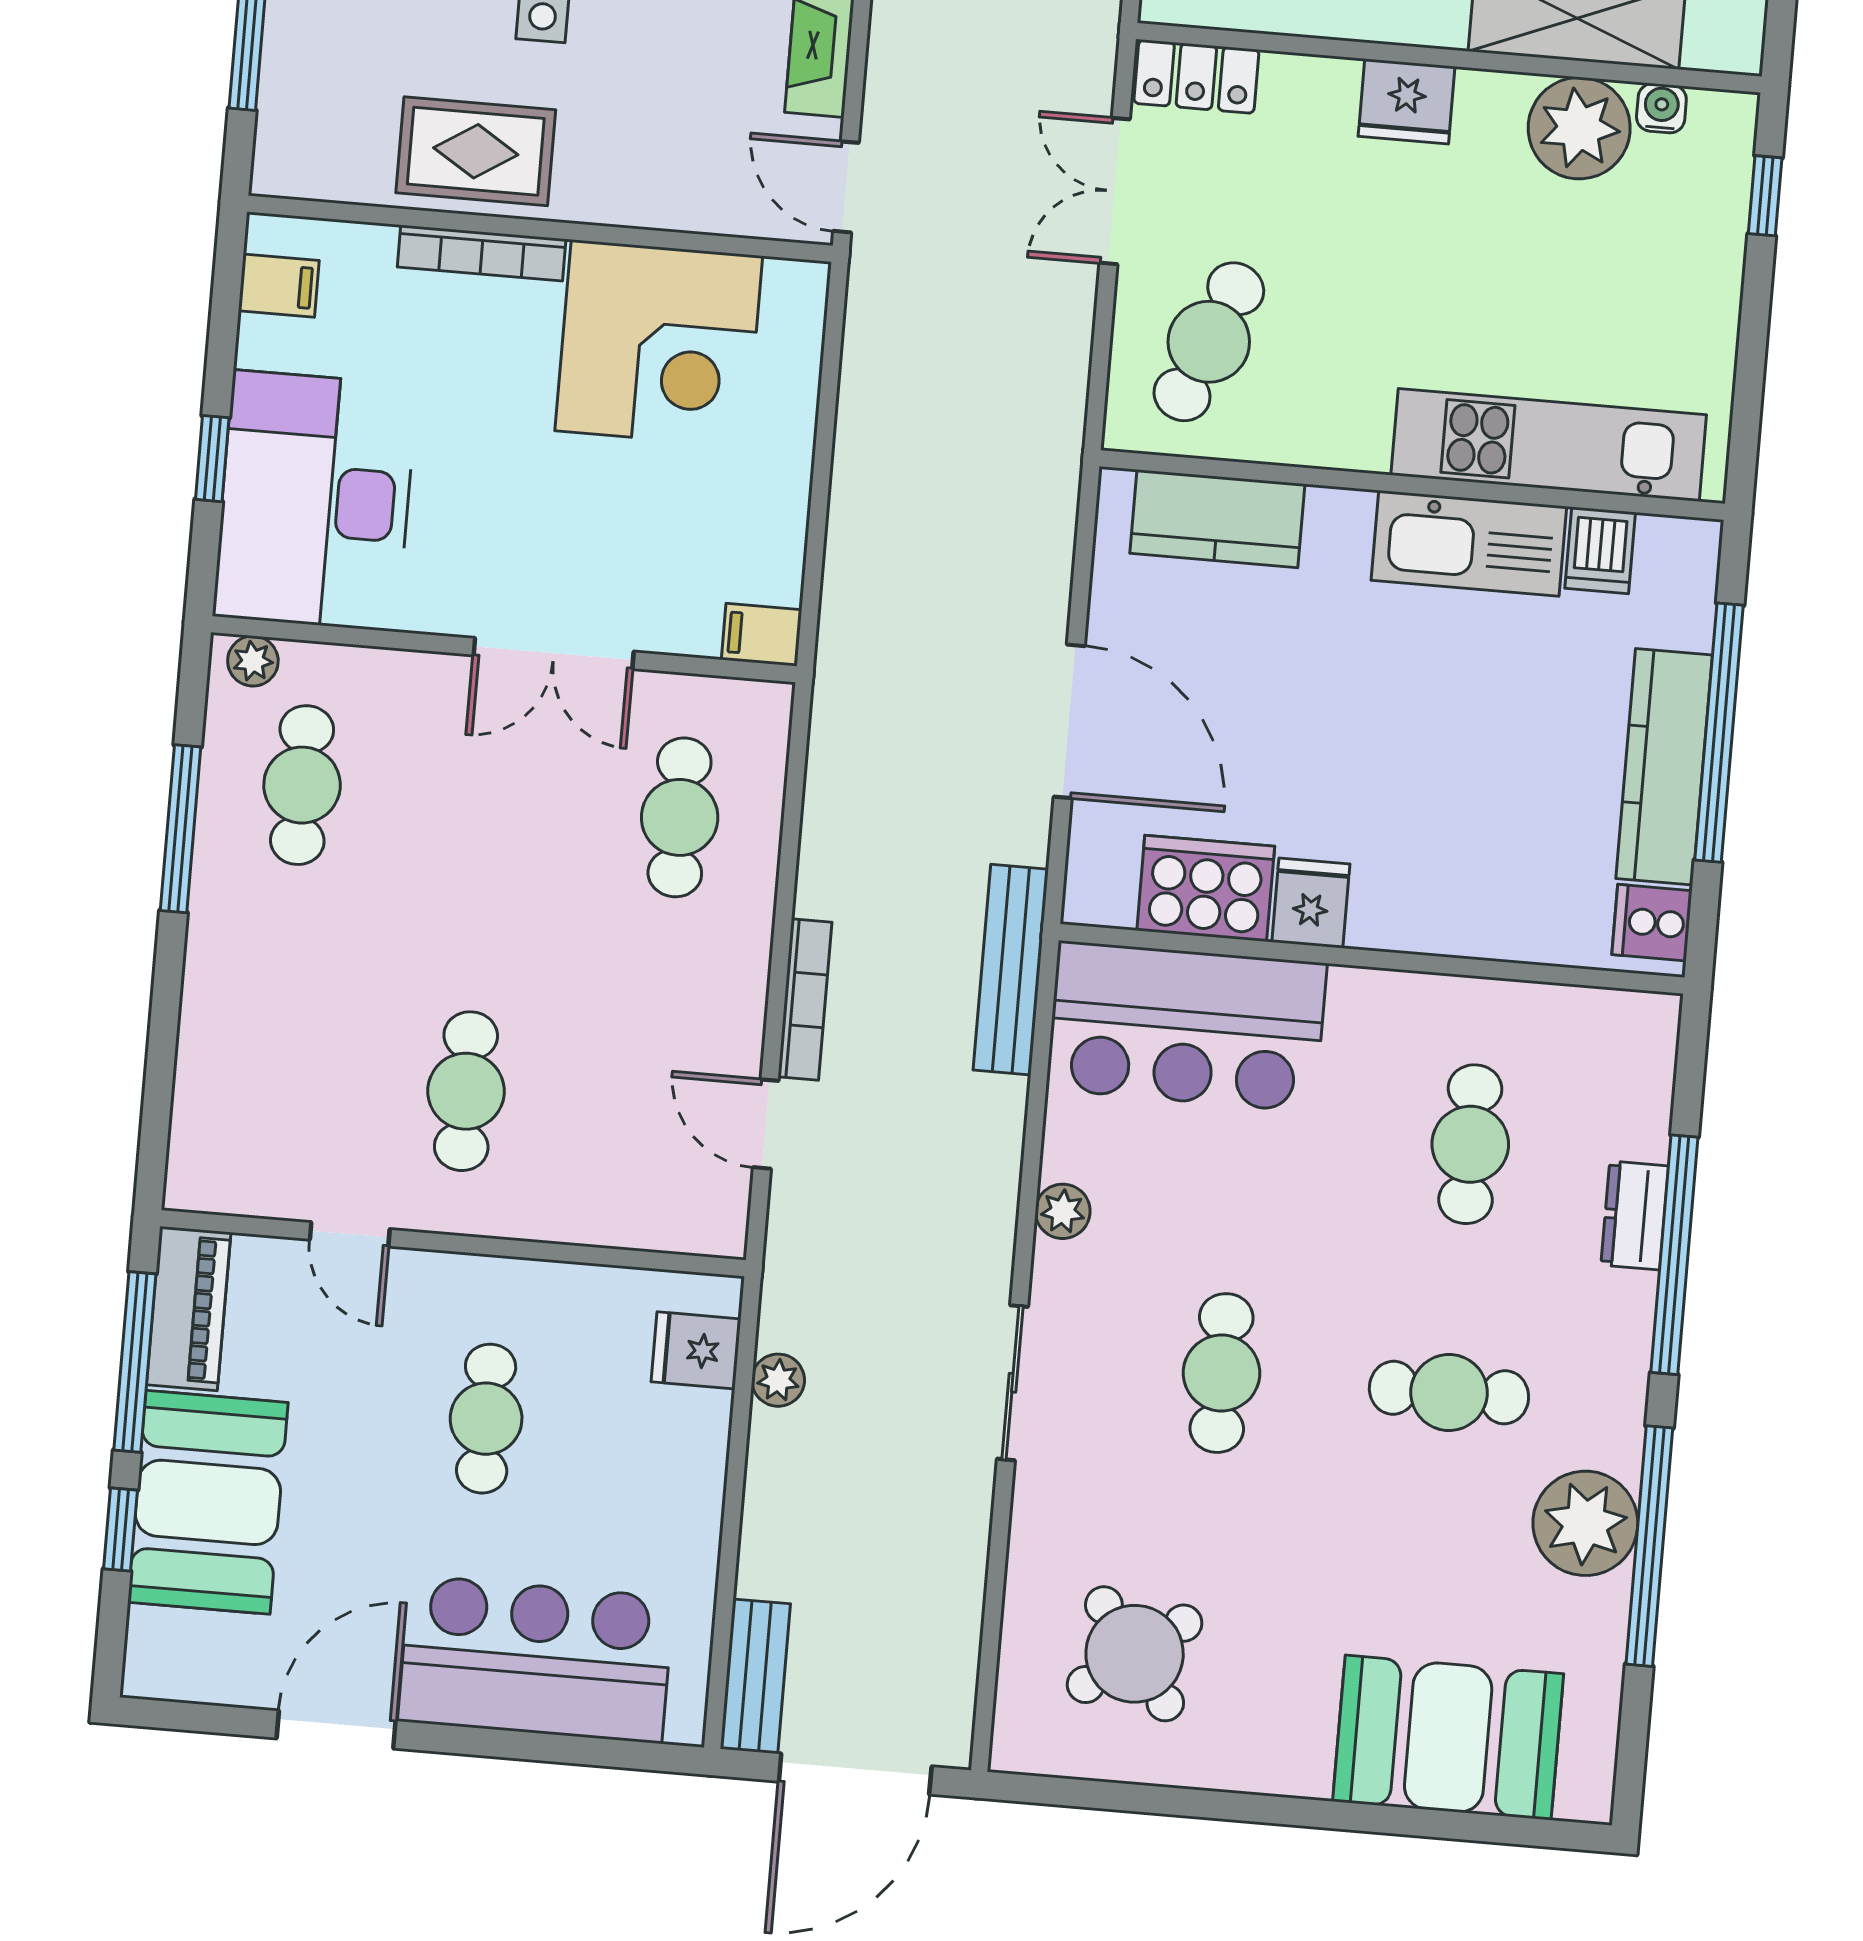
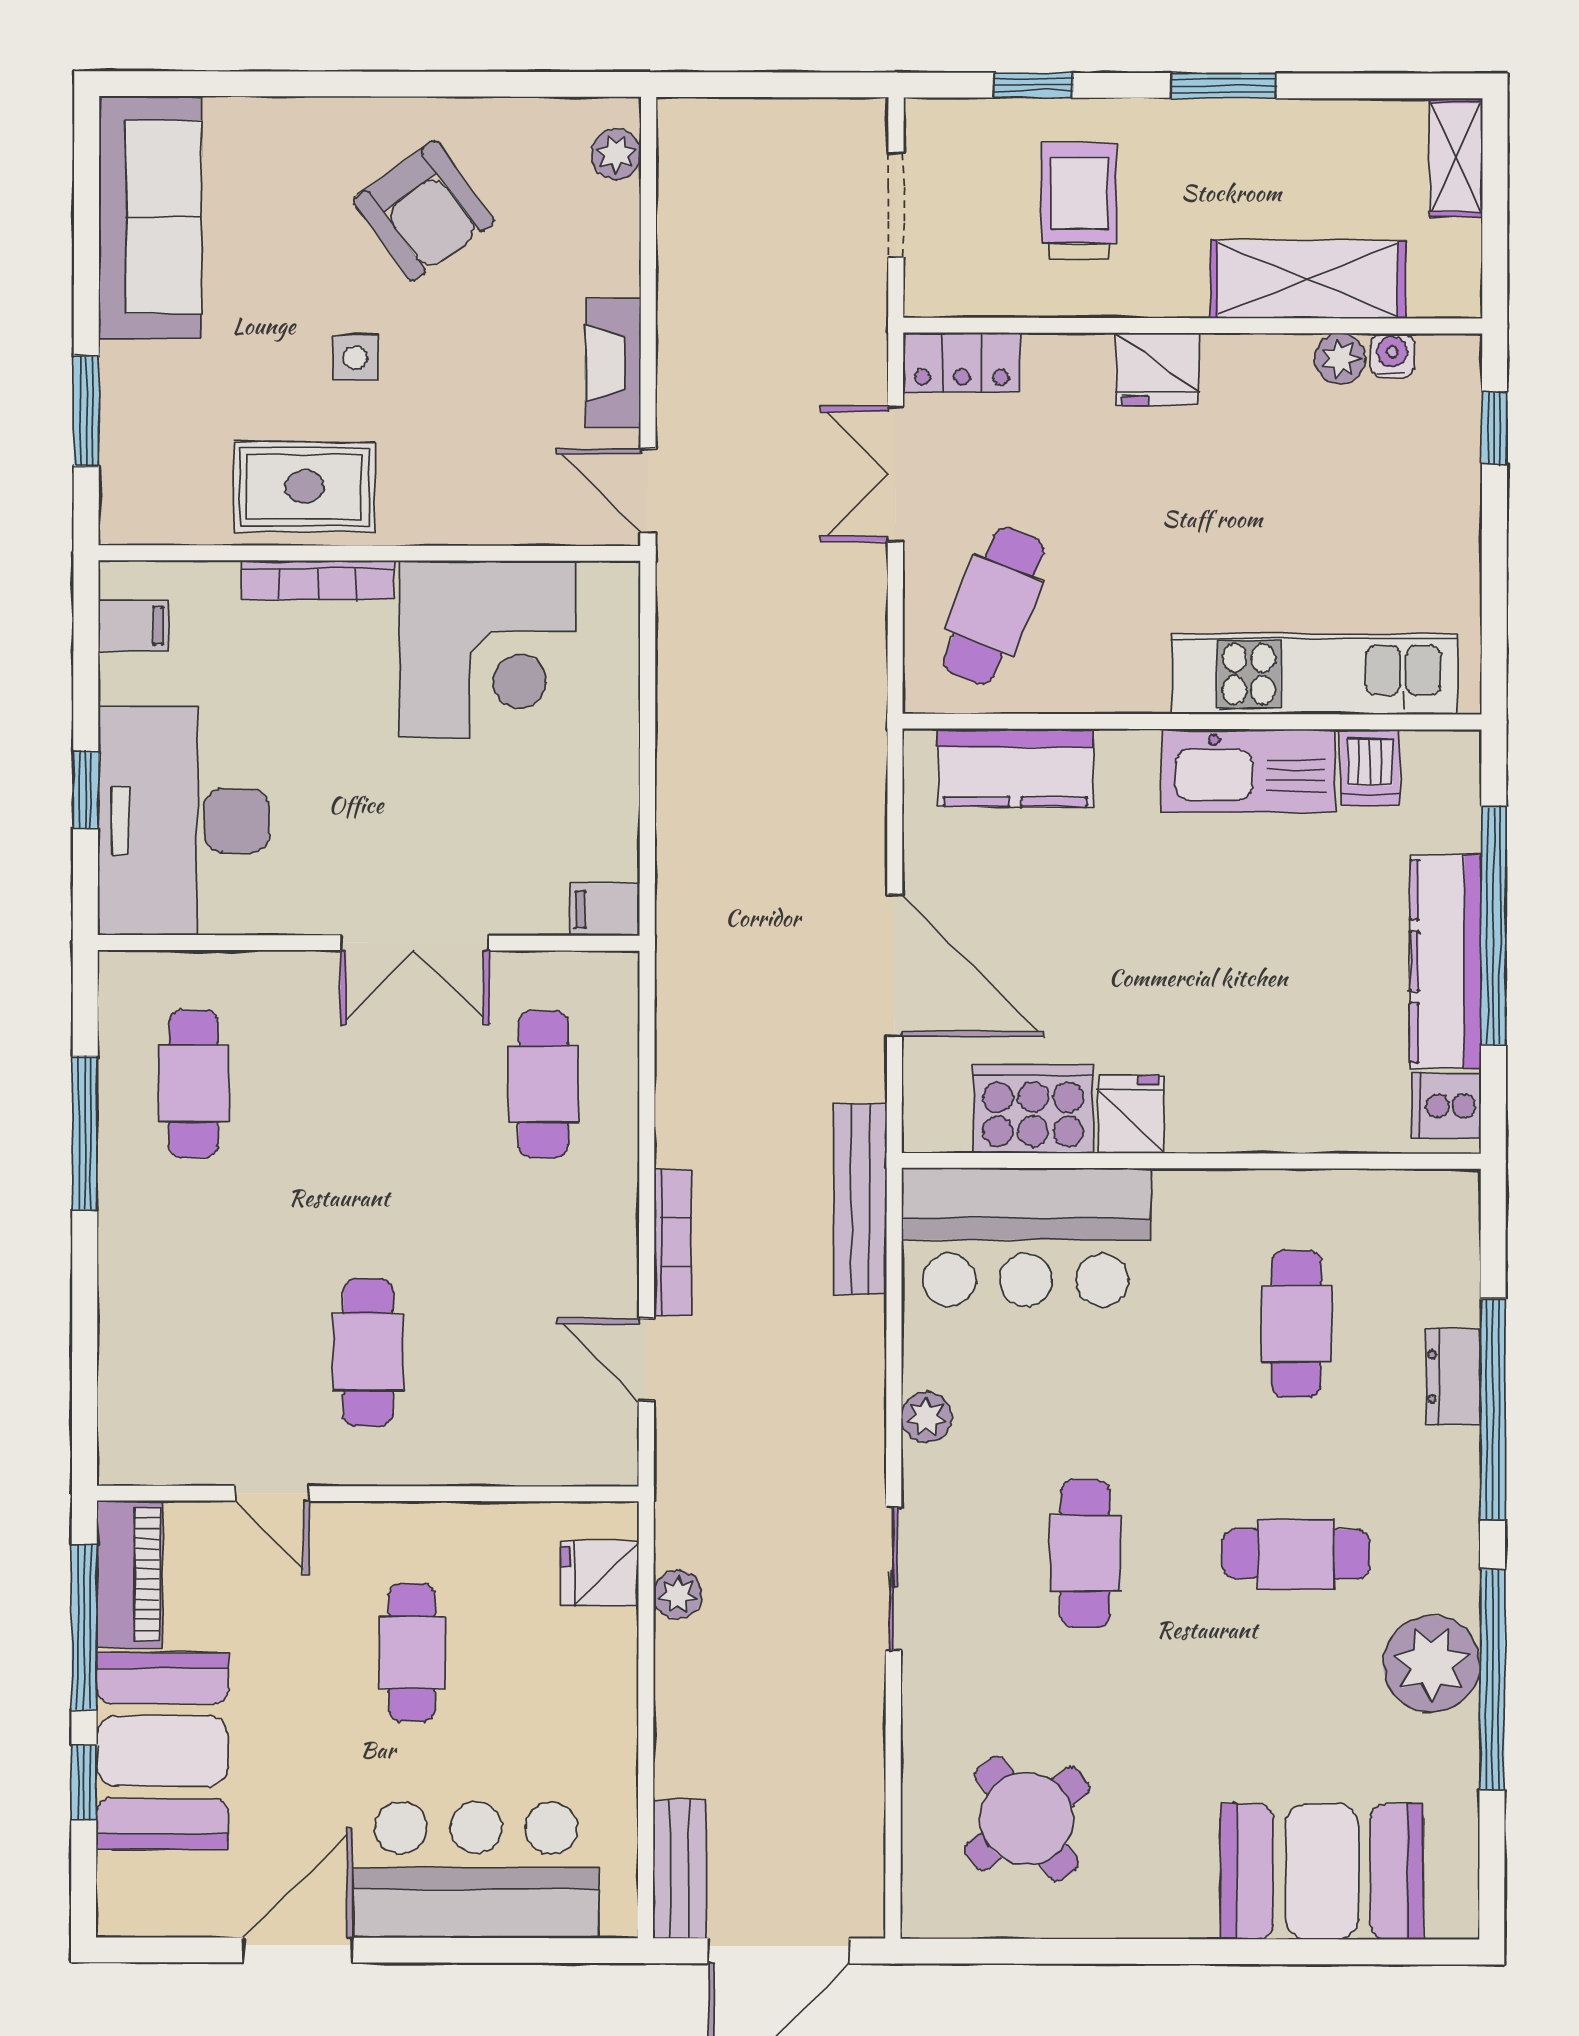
plant: (1579, 128) -> (1340, 358), width x0.53, depth x0.53
plant: (253, 661) -> (139, 973), removed

